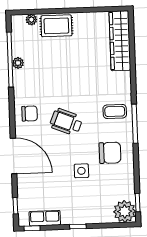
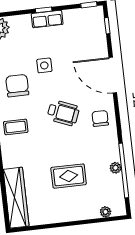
rug: (56, 26) -> (69, 176), moved
chair: (30, 114) -> (100, 118), turned 90
chair: (110, 153) -> (17, 86), turned 90
row of seats: (45, 218) -> (47, 19), moved

